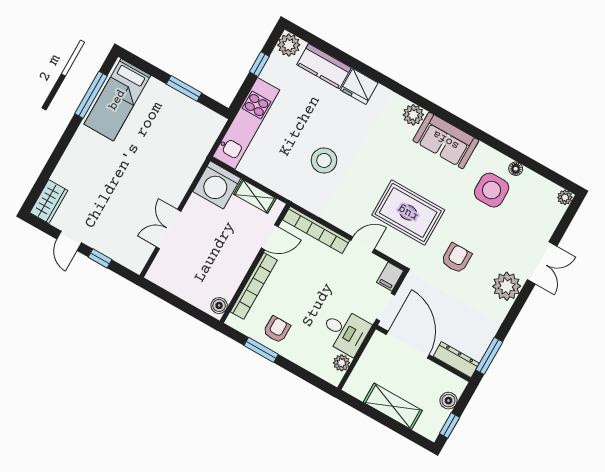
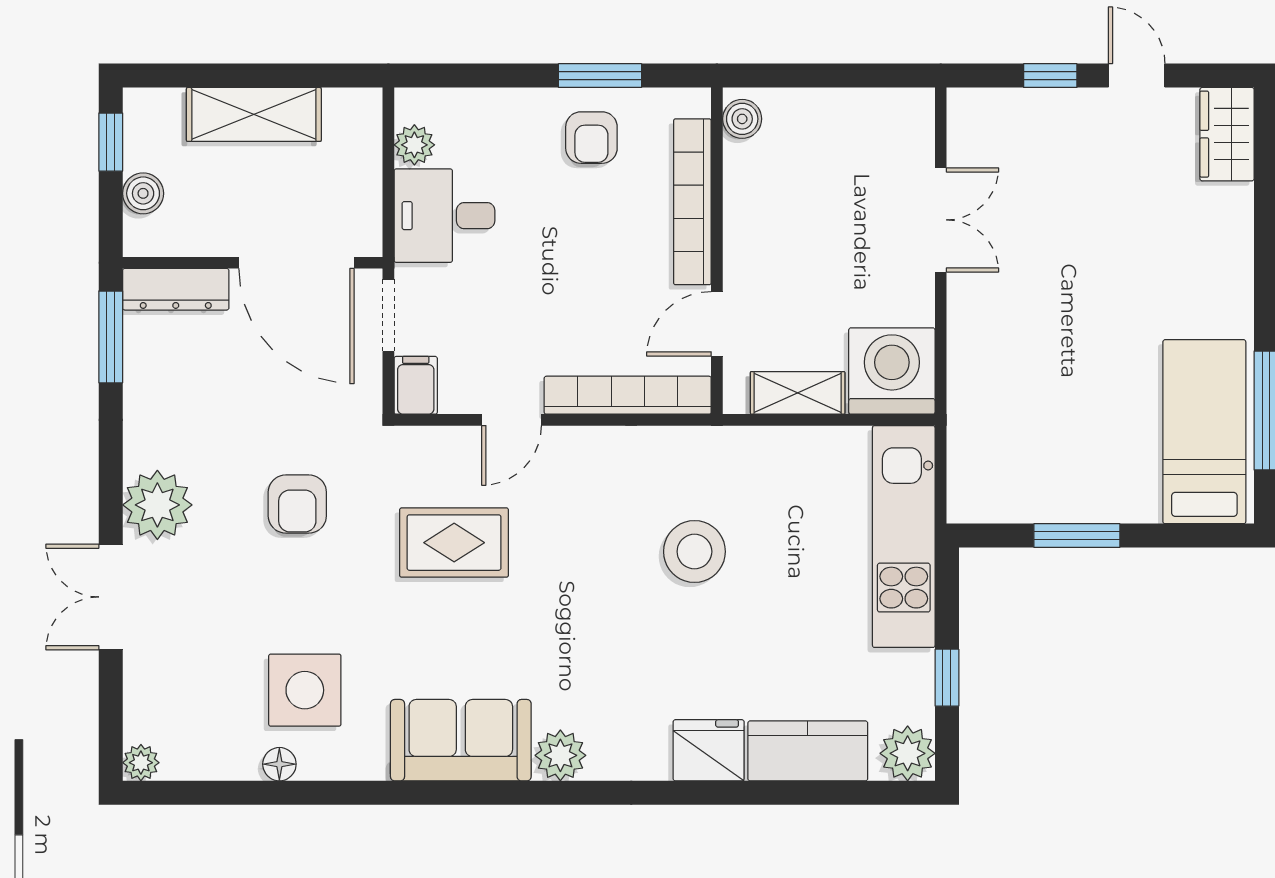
rug: (408, 213) -> (454, 543), width x0.73, depth x0.70

